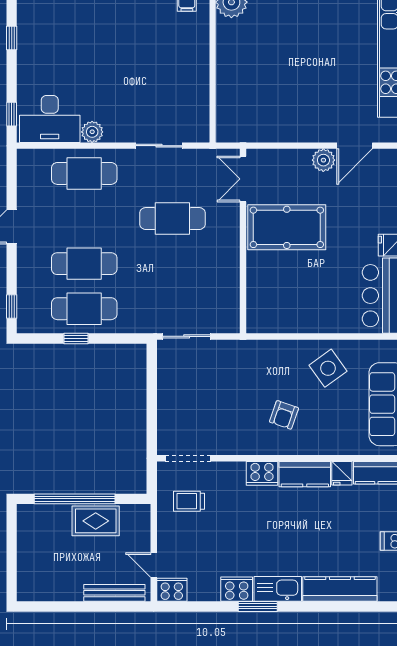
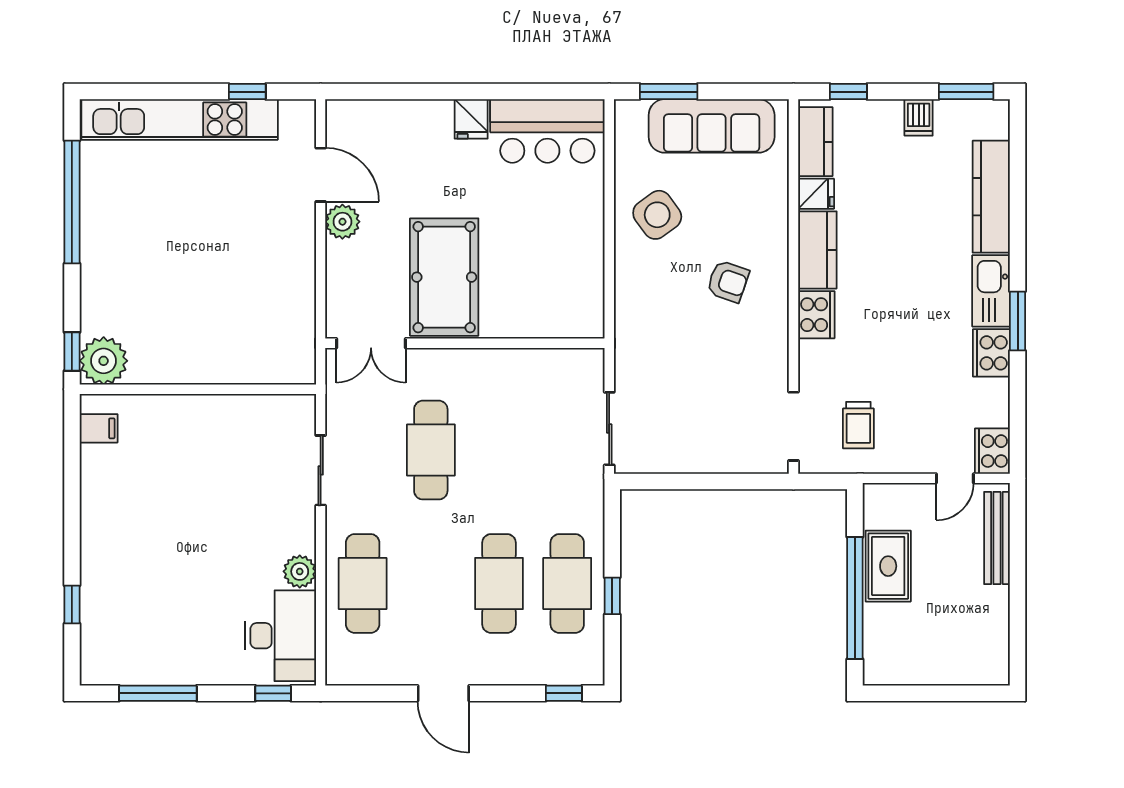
window: (12, 38) -> (158, 693), width x2.17

